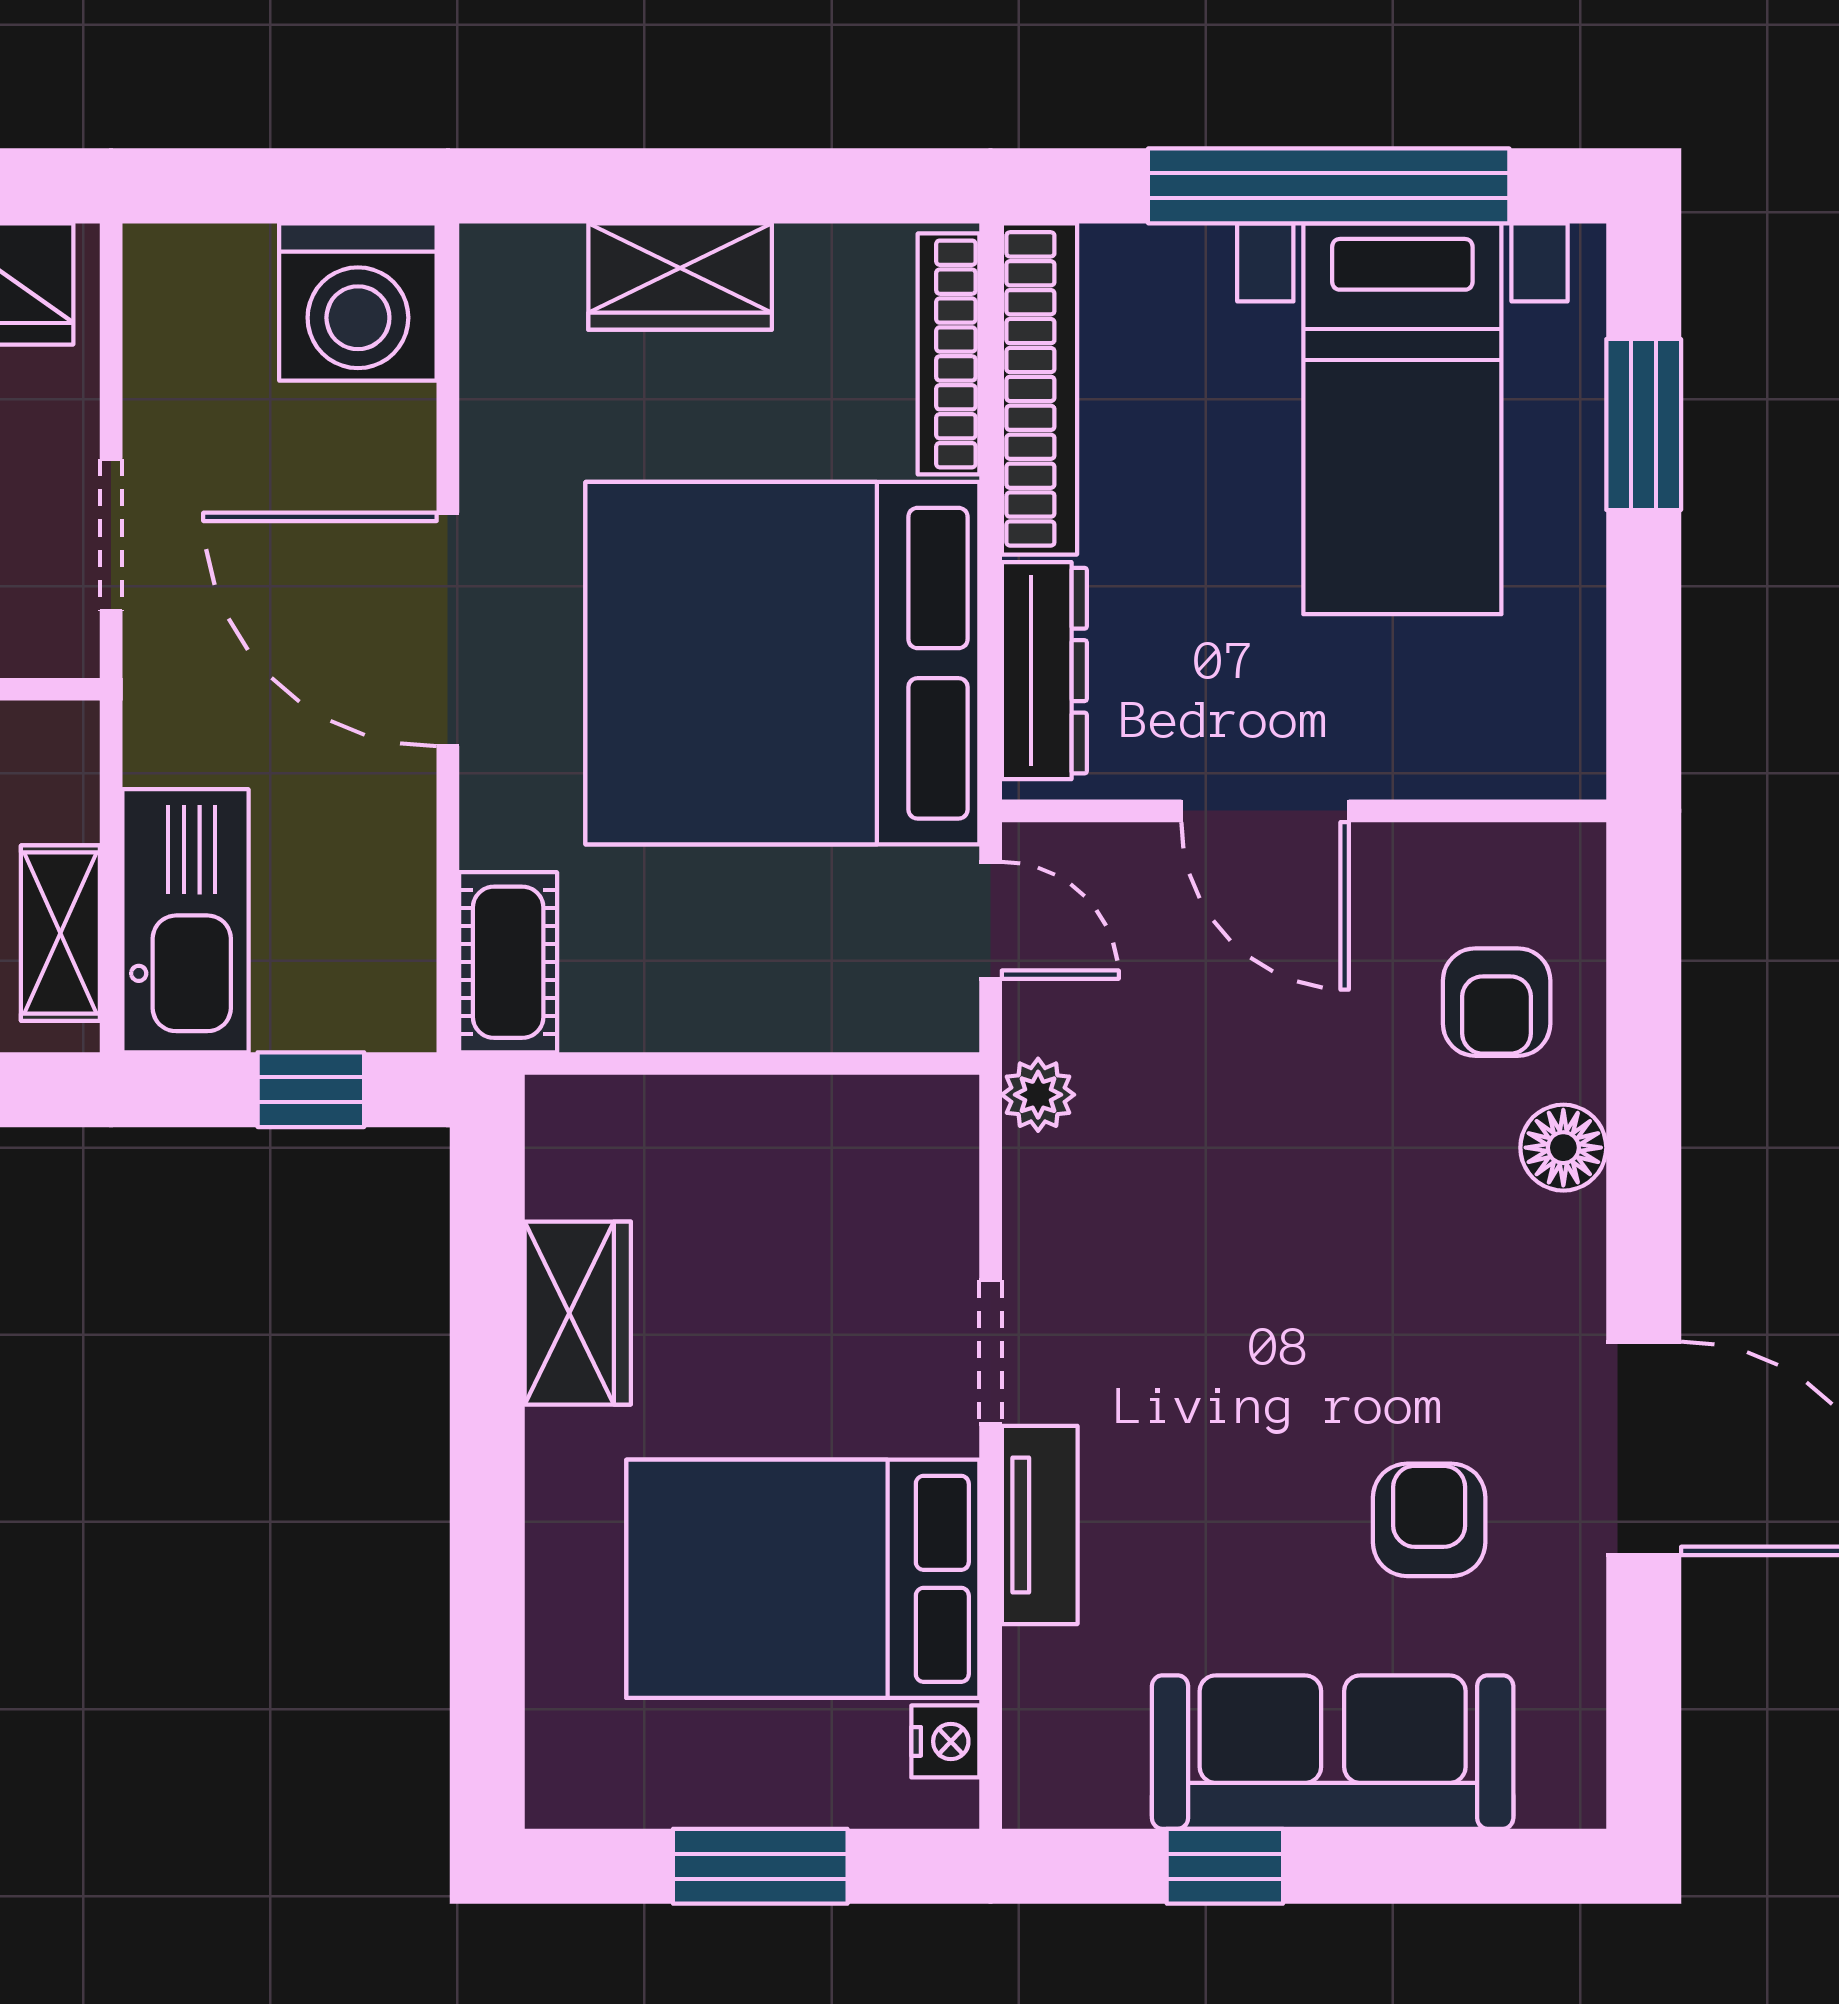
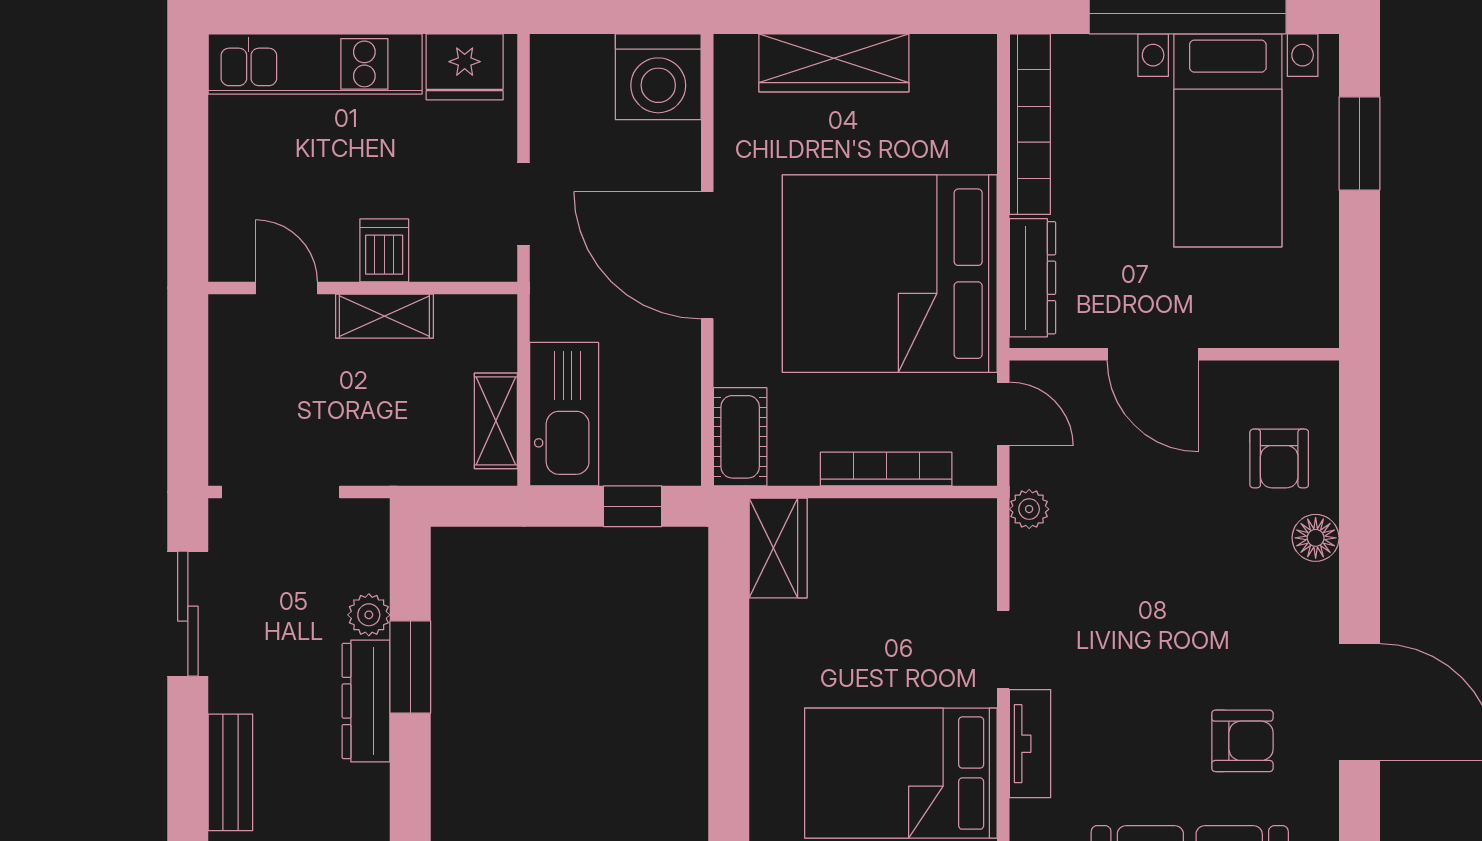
wardrobe: (680, 276) -> (834, 63), width x1.50
bookcase: (949, 354) -> (886, 469), moved, turned 90
wardrobe: (578, 1313) -> (778, 548), moved
armchair: (1429, 1520) -> (1242, 741), turned 90

